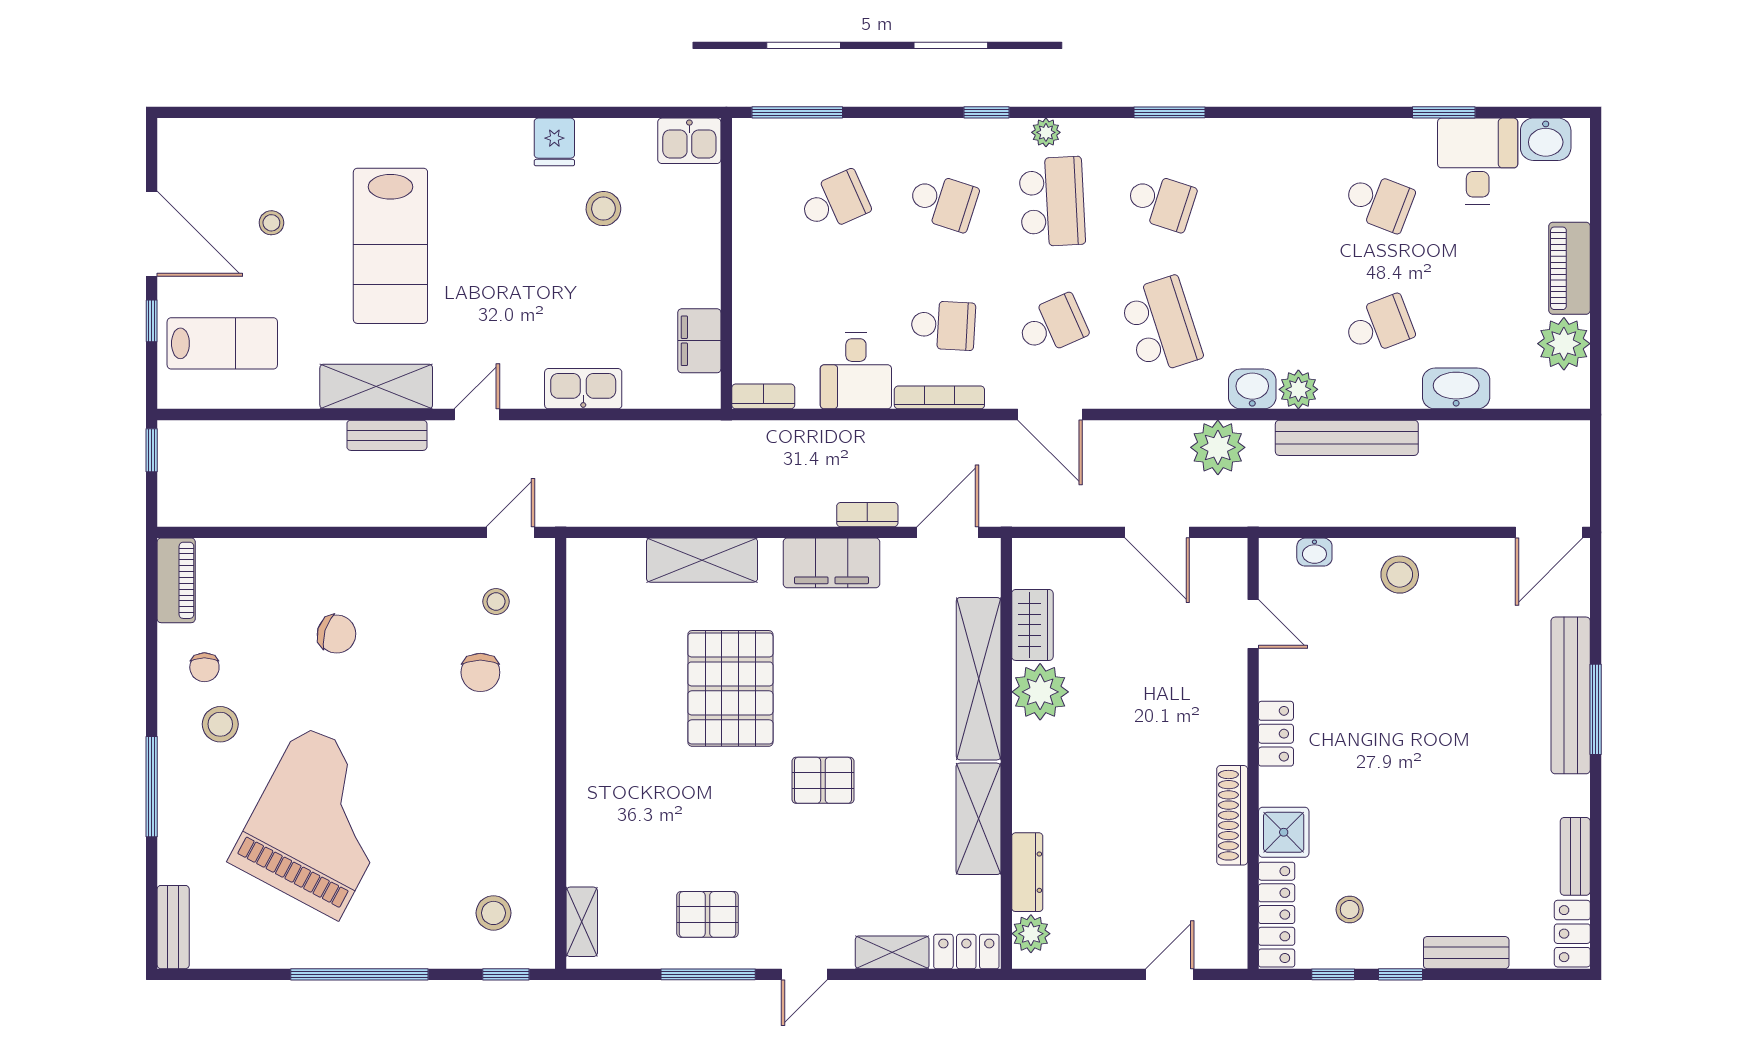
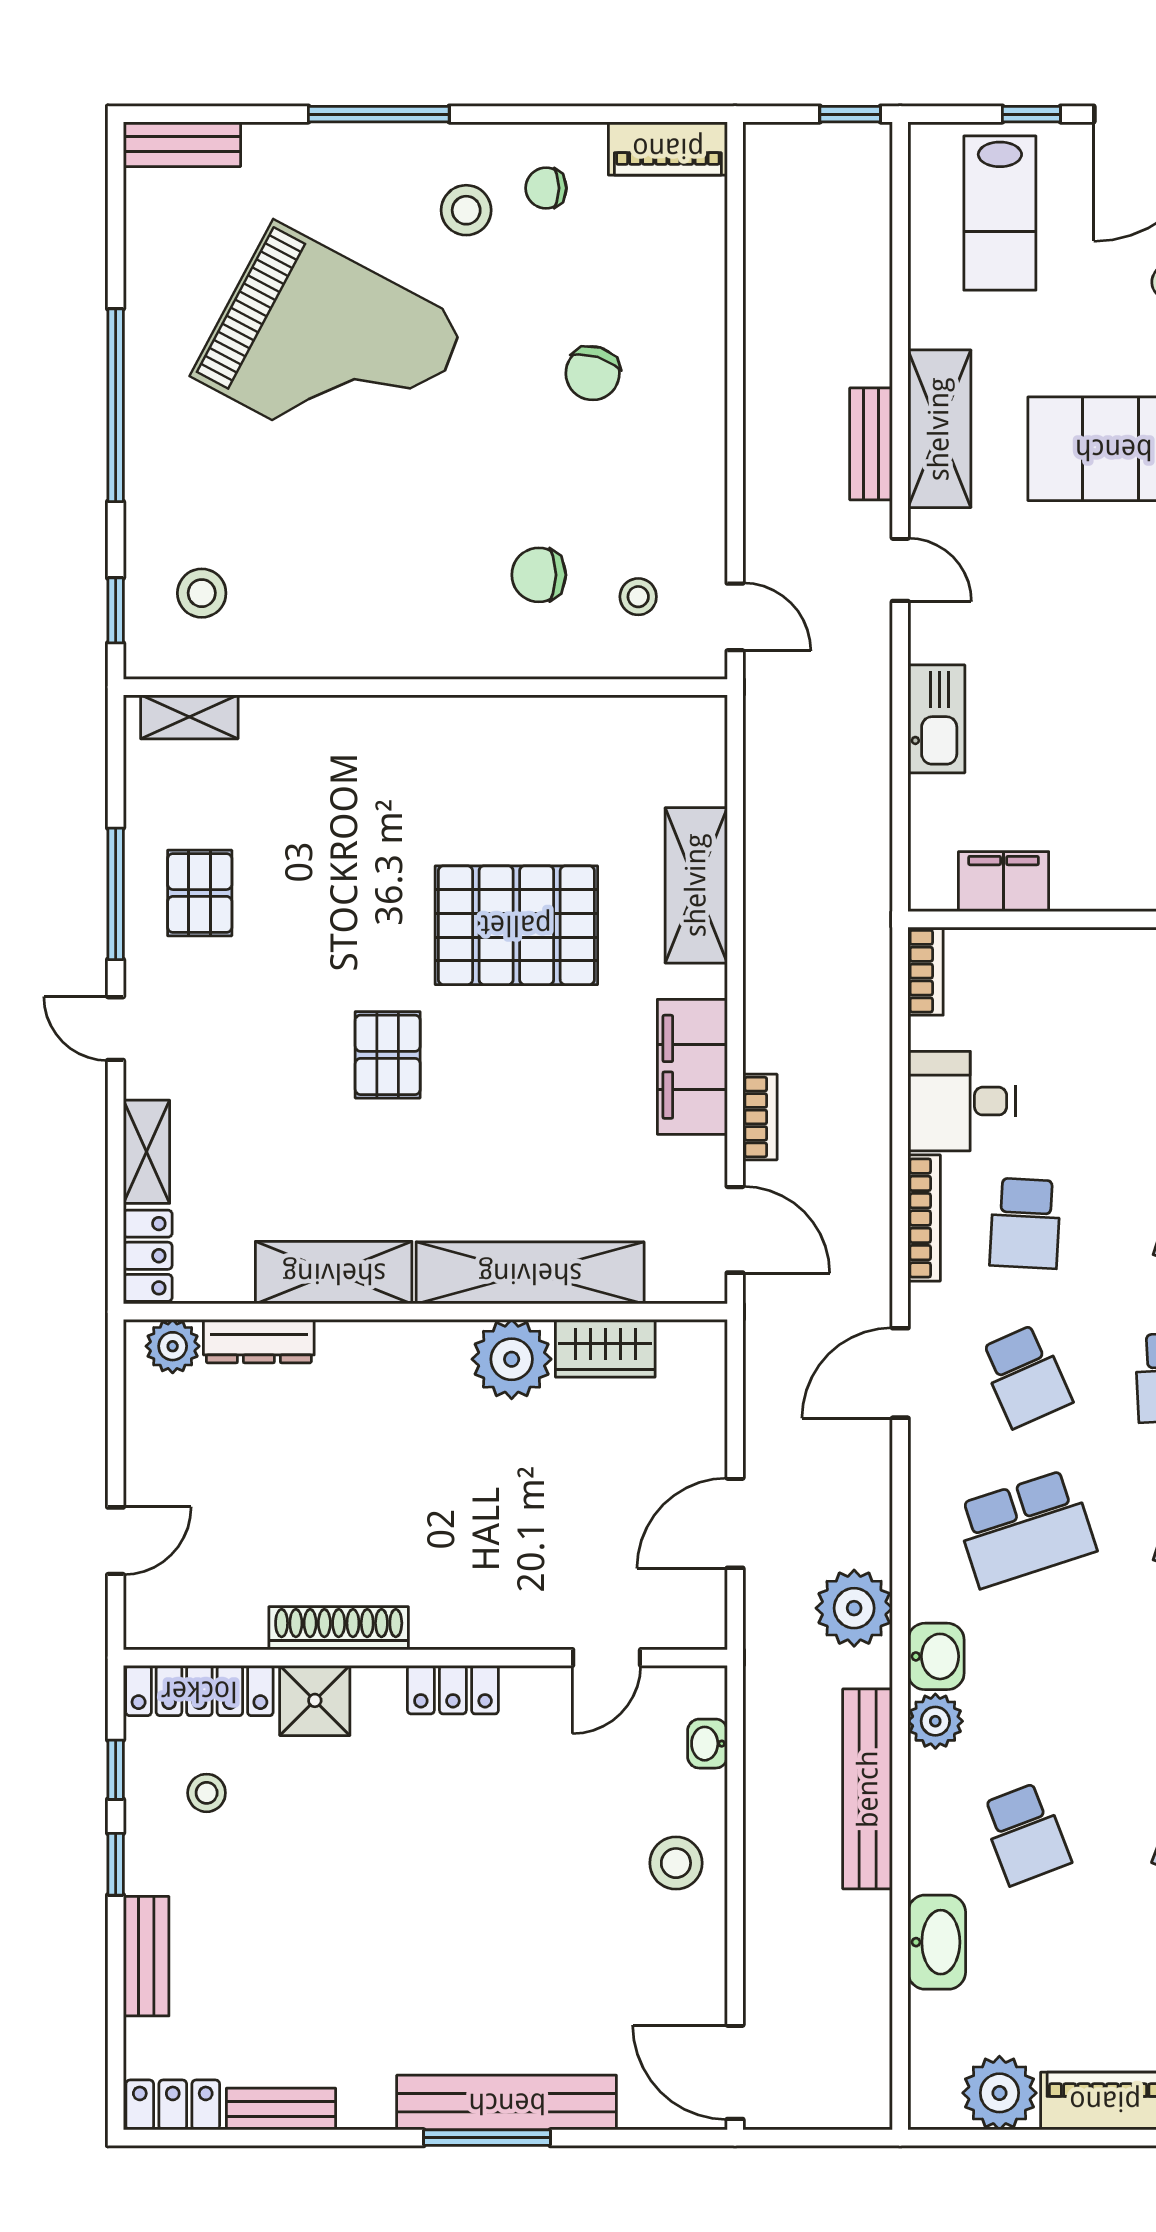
door: (1170, 974) -> (116, 1541), hinge flipped

